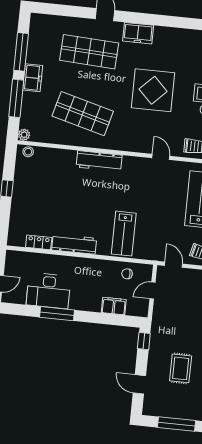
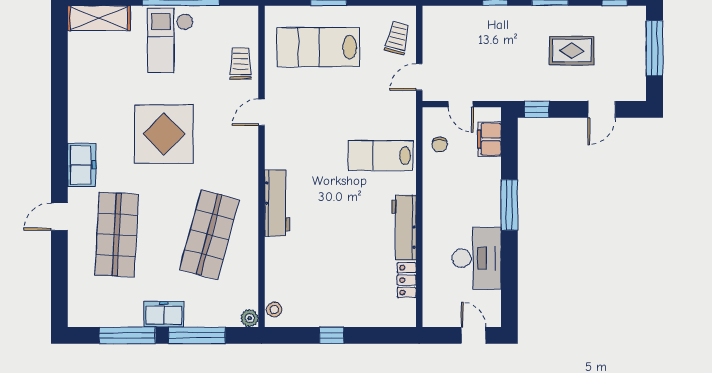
lab bench: (124, 234) -> (381, 156), turned 180
filing cabinet: (114, 306) -> (489, 139), moved
window: (57, 314) -> (509, 205), moved

